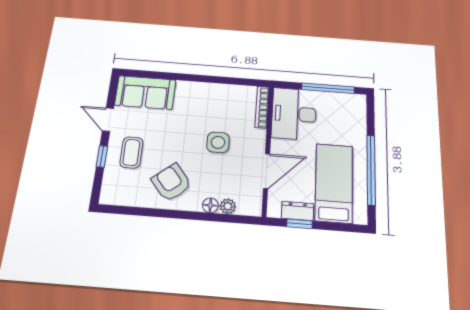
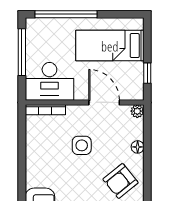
window: (371, 170) -> (66, 14), moved
plant: (228, 206) -> (137, 111), moved
dresser: (298, 211) -> (137, 75), removed

